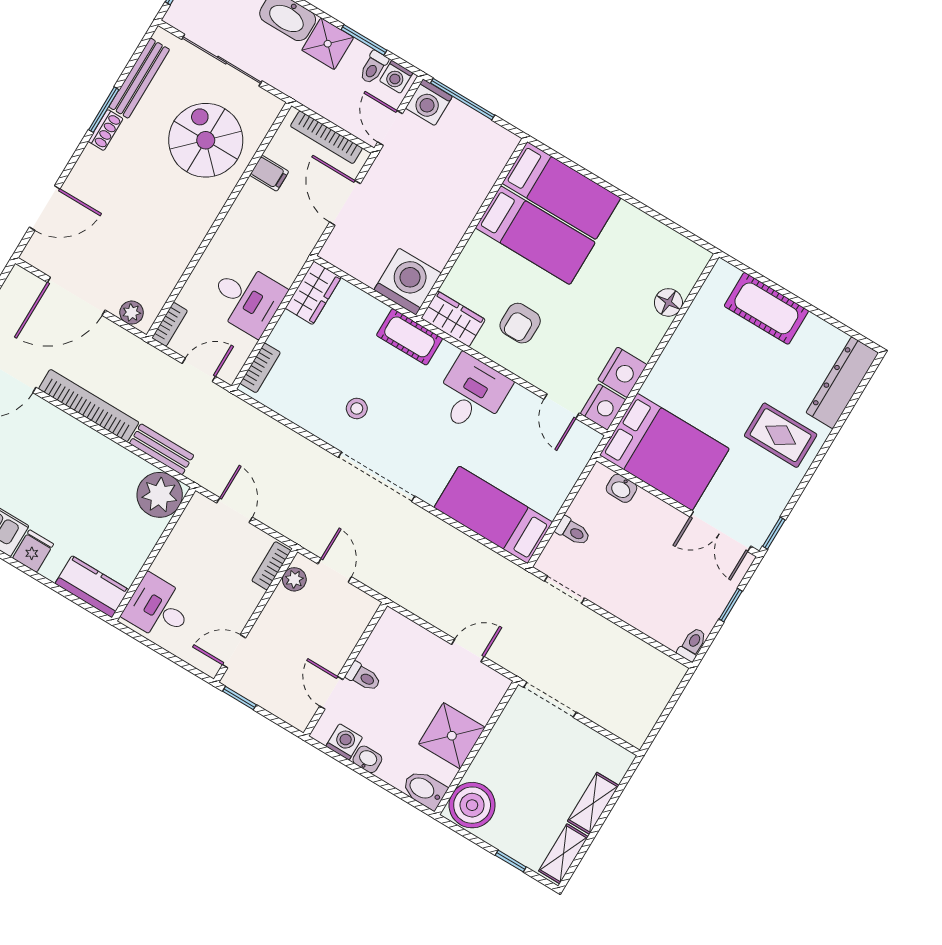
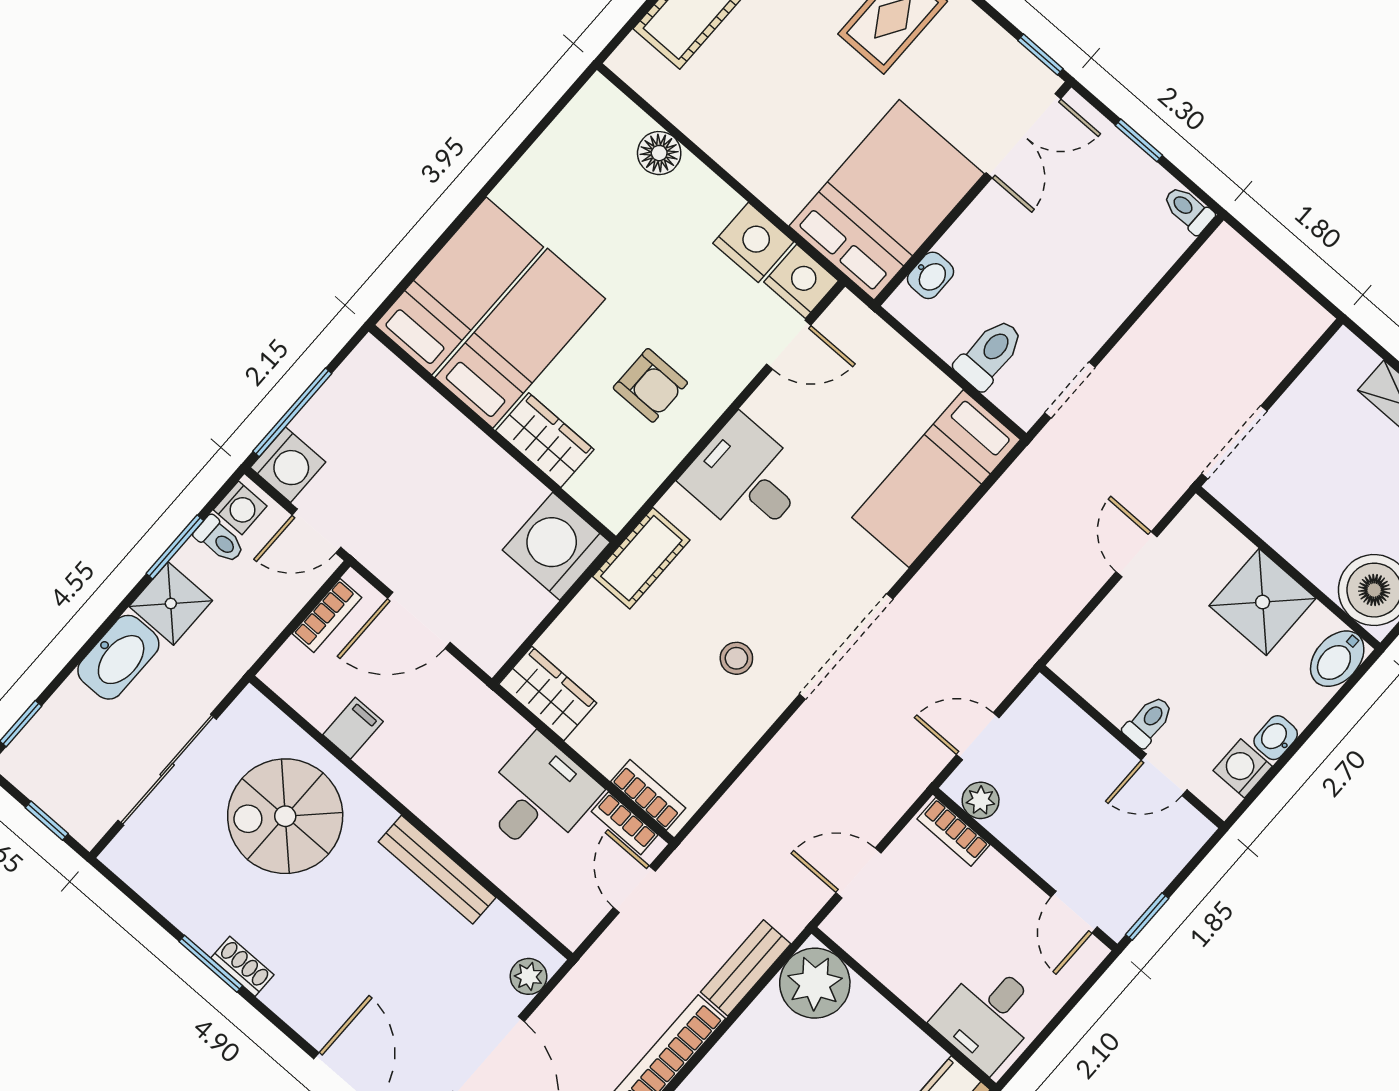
bench: (139, 78) -> (437, 870), moved
bookcase: (326, 137) -> (327, 615), width x0.64
wardrobe: (453, 319) -> (545, 440), moved, turned 90
bookcase: (170, 324) -> (625, 823), moved, turned 180
toilet: (573, 531) -> (990, 354), width x1.37, depth x1.39

